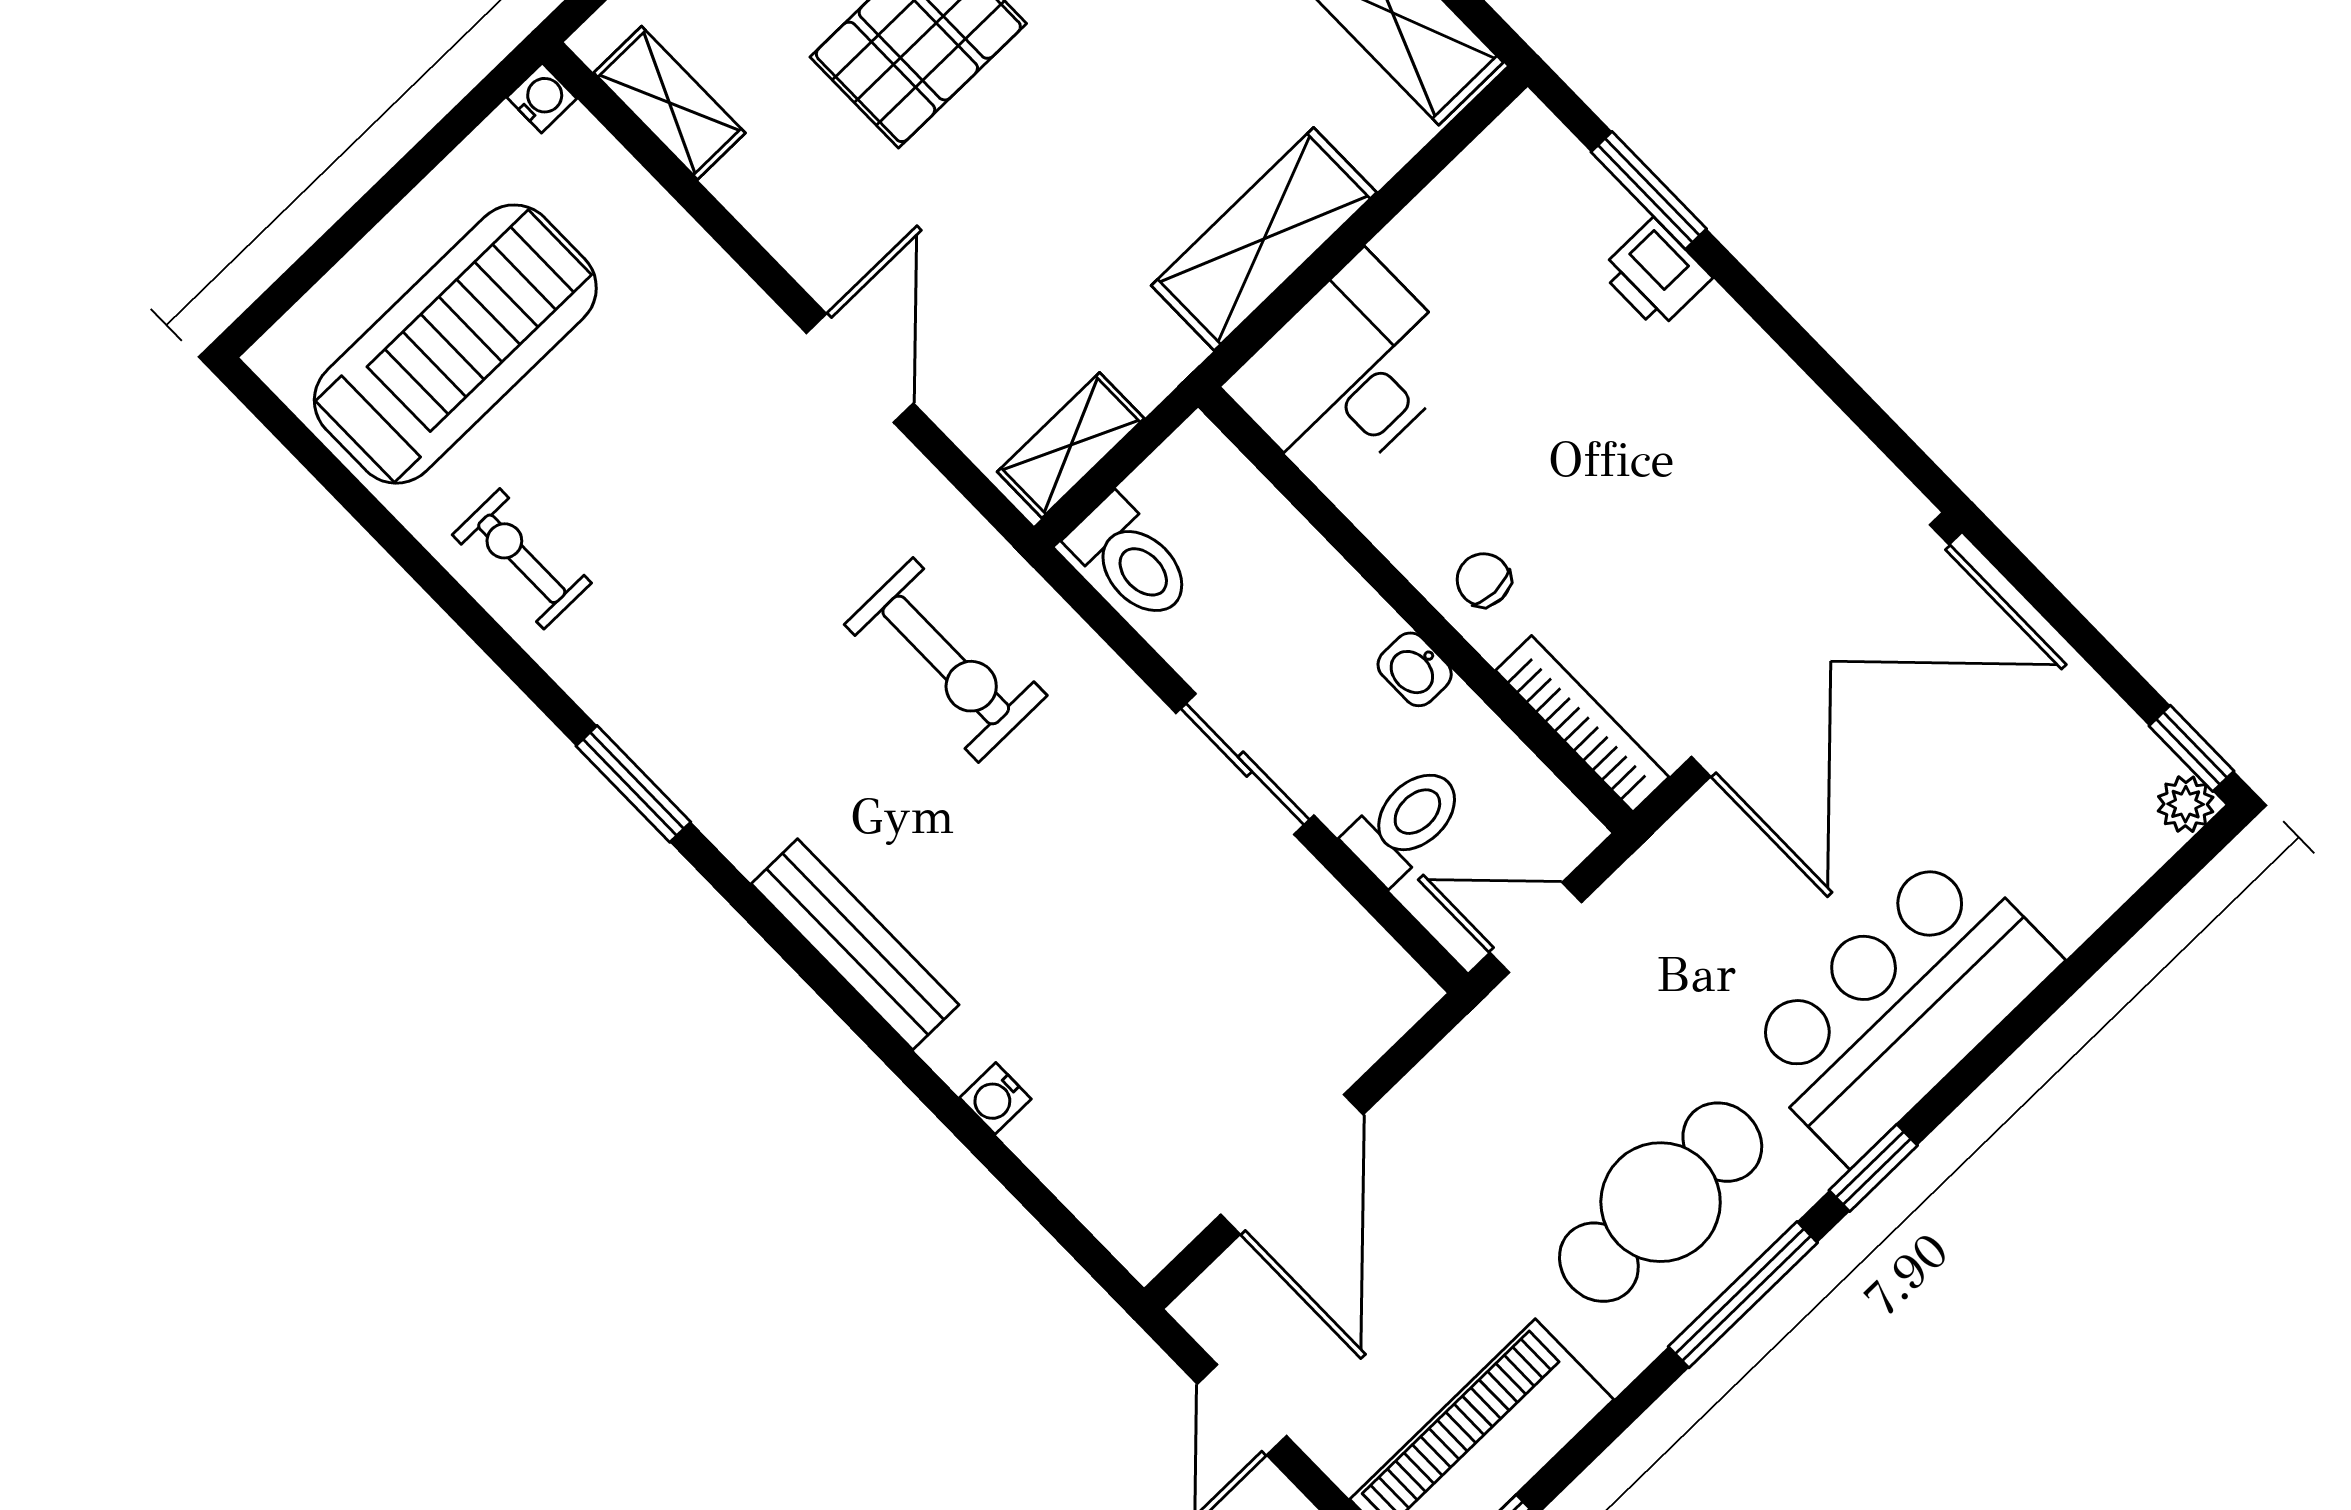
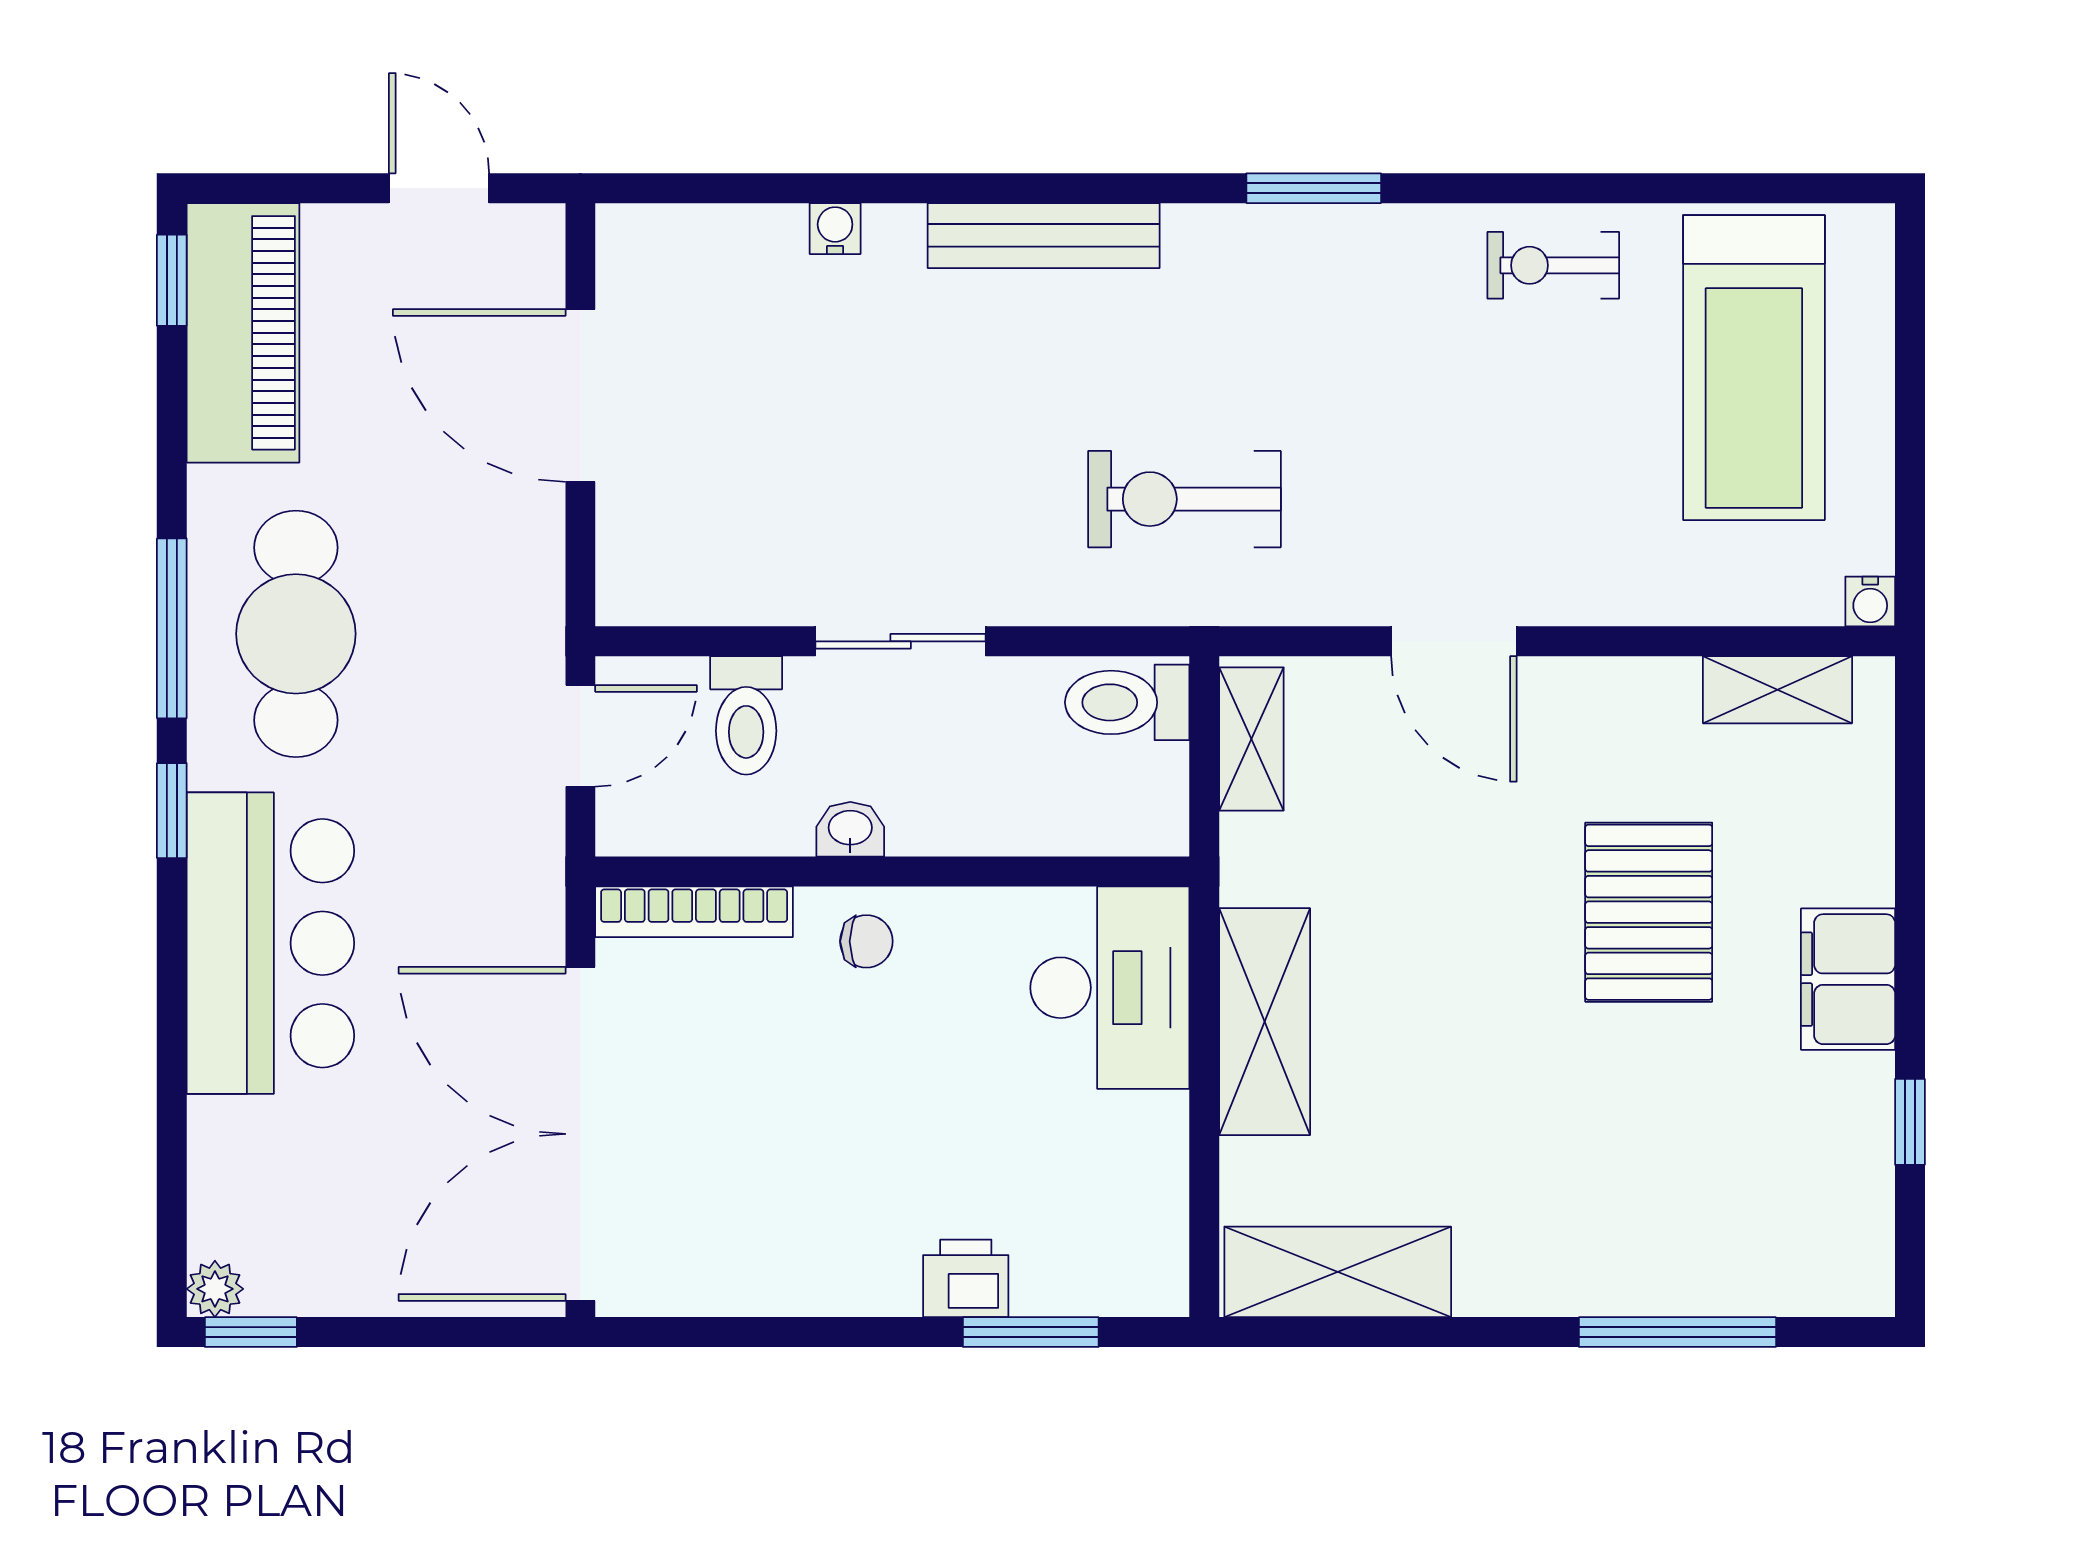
exercise bike: (522, 559) -> (1553, 265), turned 180

